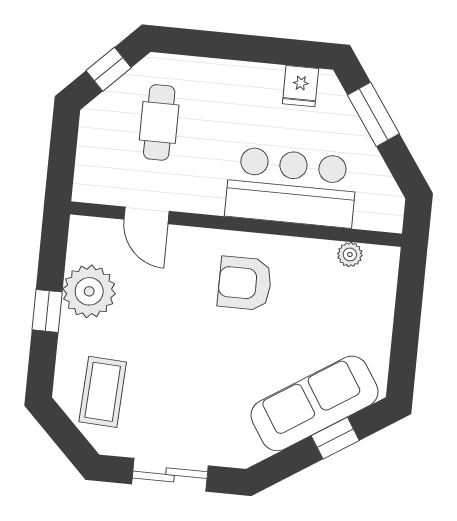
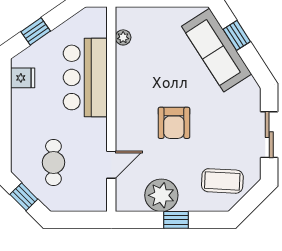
window: (373, 114) -> (36, 31), width x0.67
cafe table: (159, 122) -> (53, 162), turned 90
armchair: (245, 283) -> (174, 123), moved

